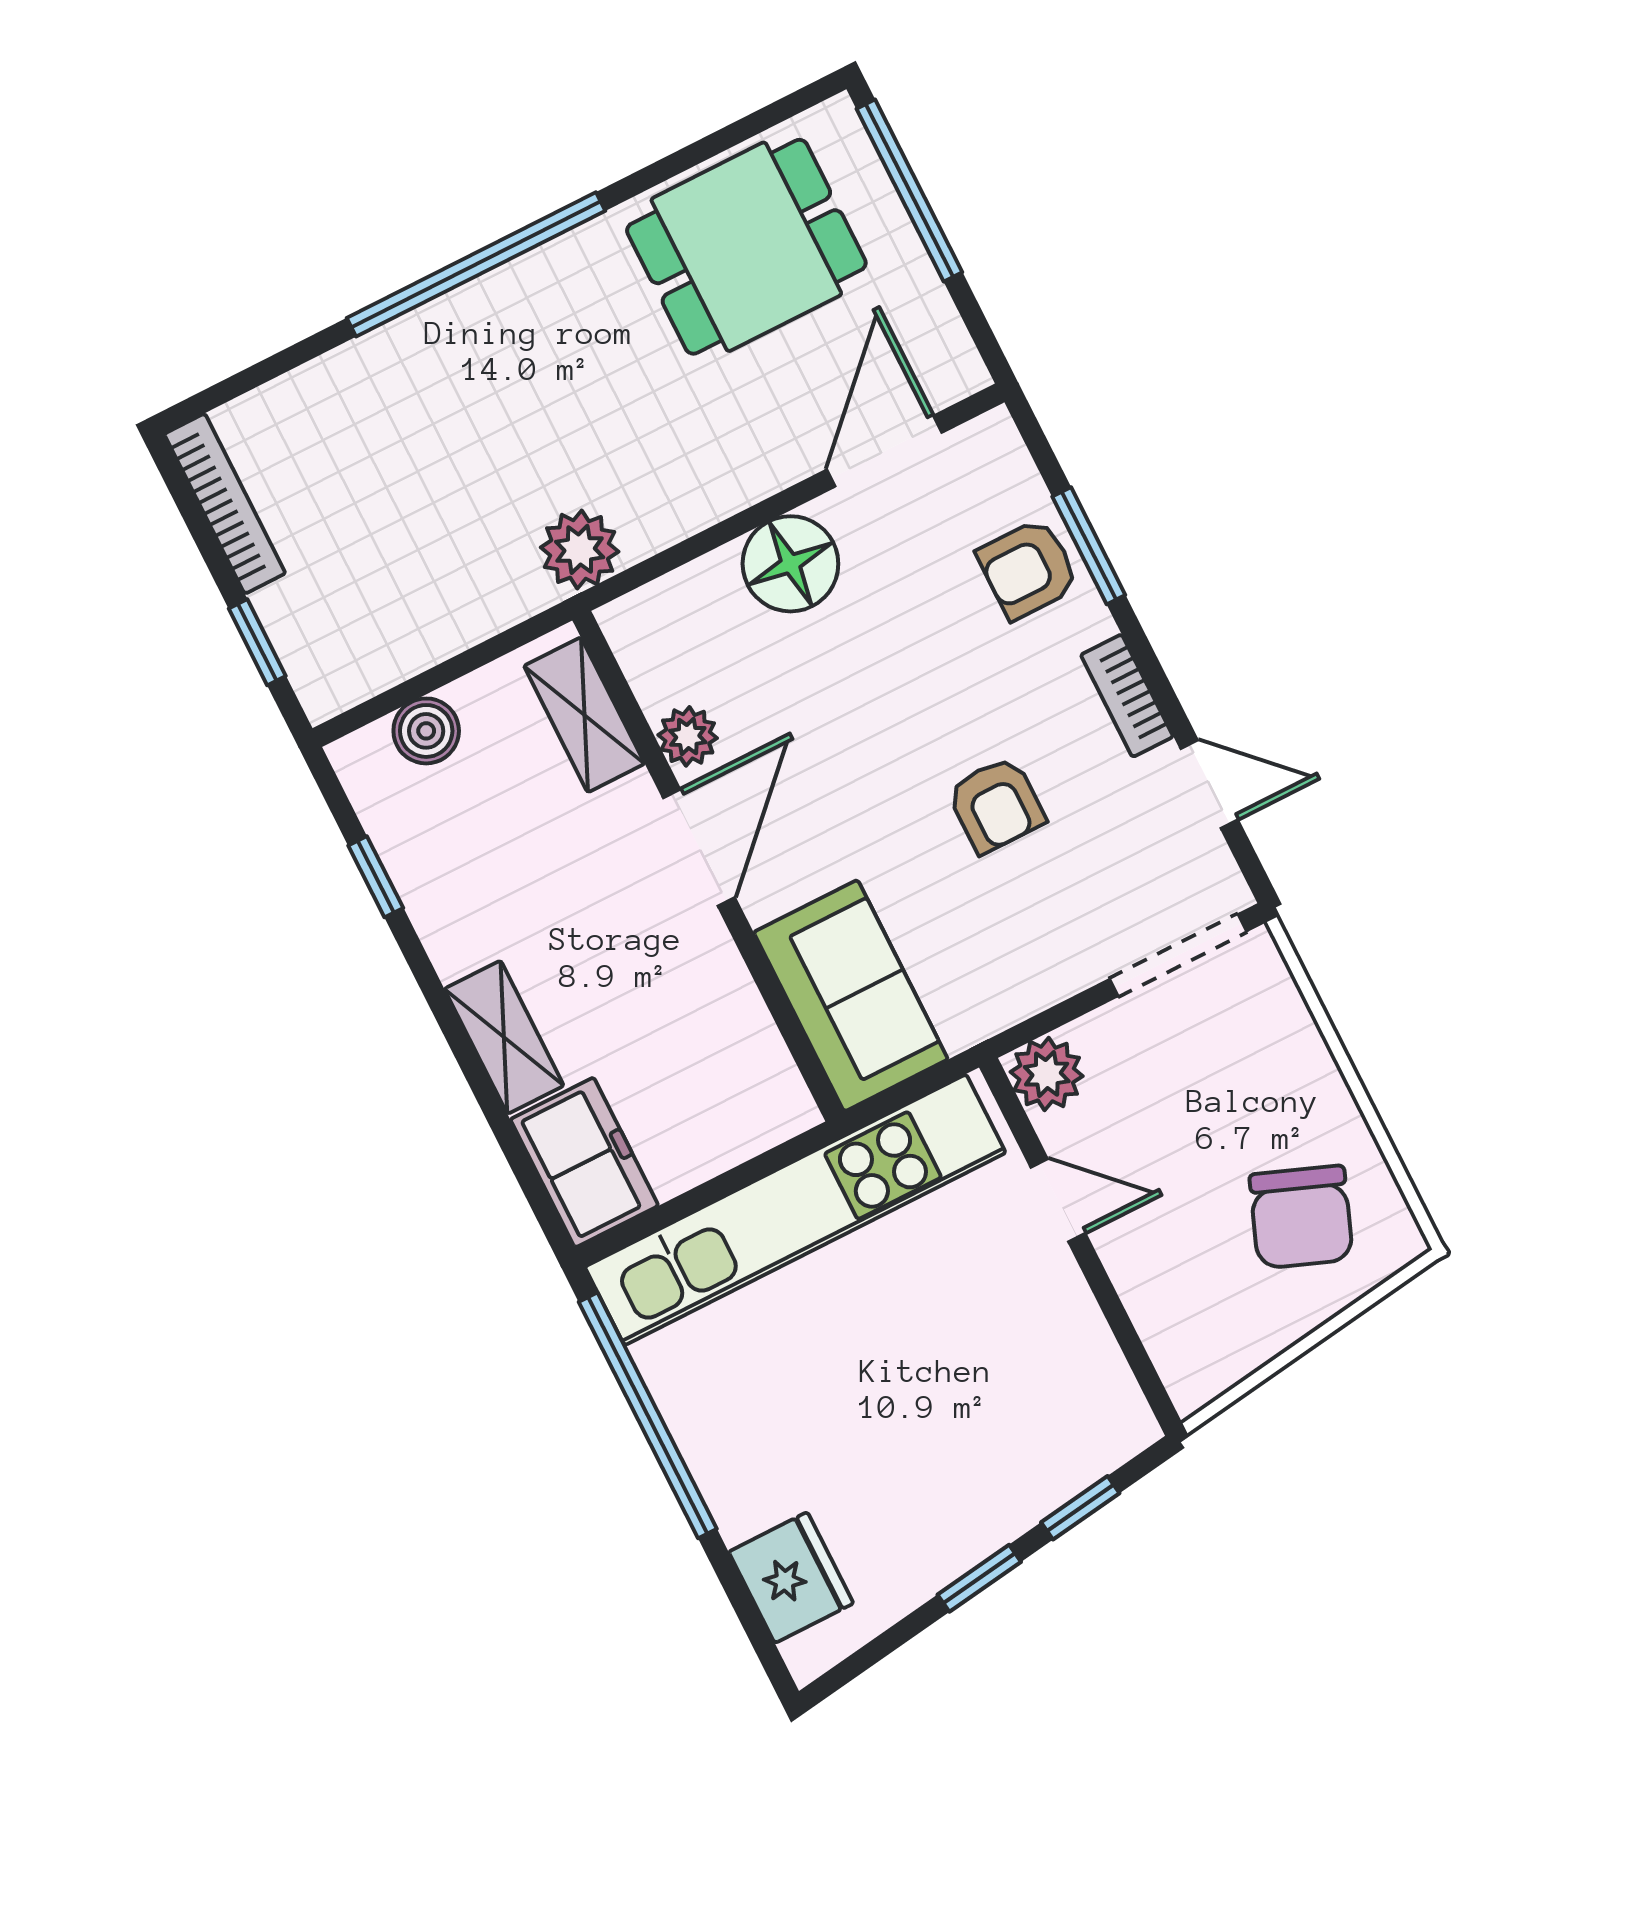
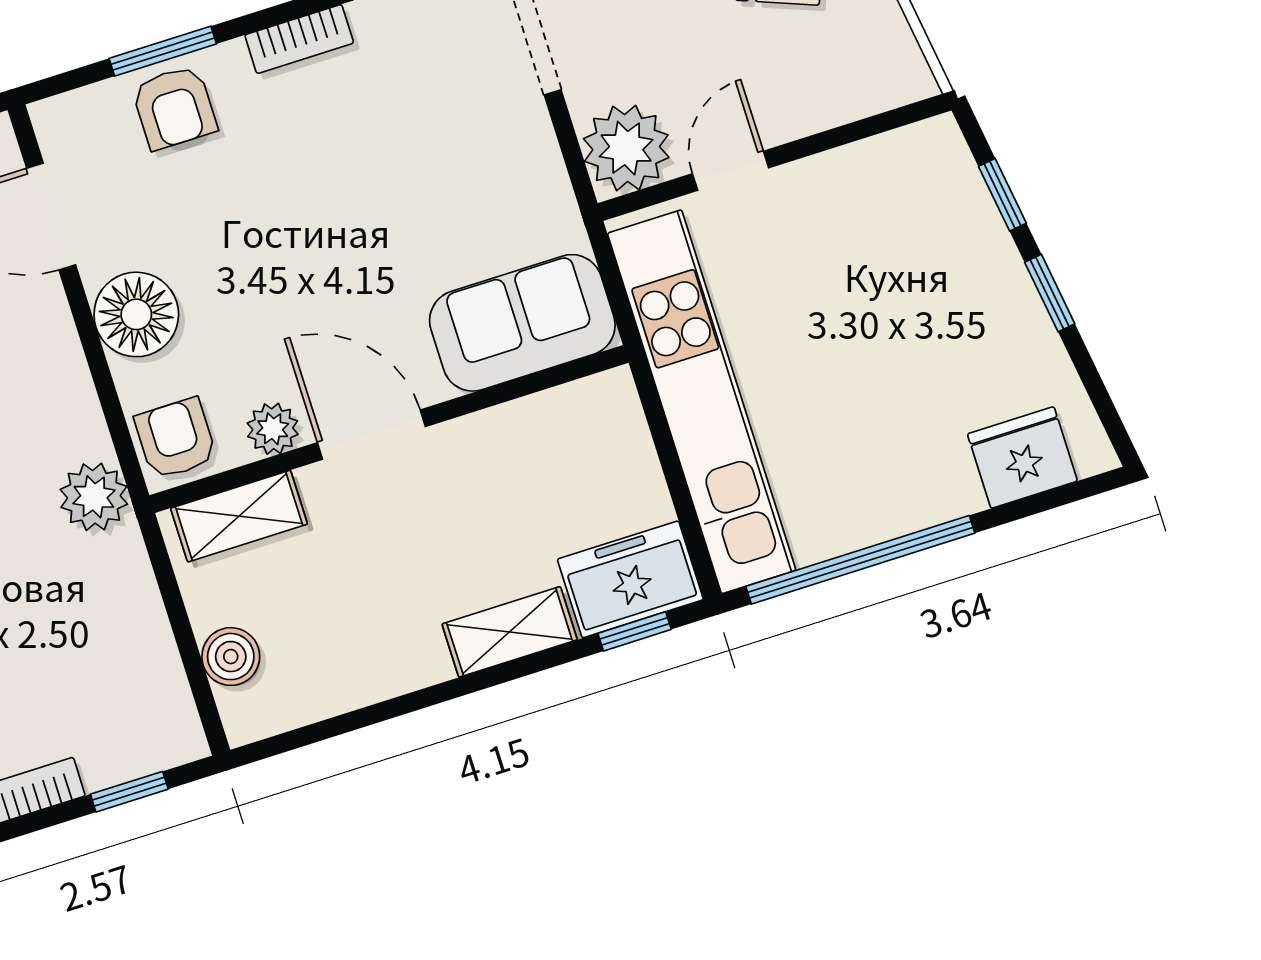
armchair: (996, 805) -> (176, 439), moved, turned -90
window: (376, 877) -> (635, 631), moved
plant: (1047, 1074) -> (626, 148), width x1.36, depth x1.36

